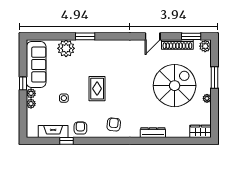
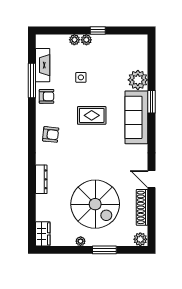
window: (191, 36) -> (151, 223), removed
sofa: (36, 65) -> (136, 117), moved, turned 90
window: (66, 141) -> (32, 80), width x2.17

